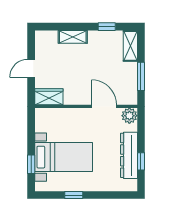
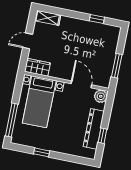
shelving: (73, 37) -> (48, 18), moved
shelving: (130, 46) -> (113, 39), removed
bed with nightstands: (64, 157) -> (39, 102), moved, turned 90
window: (31, 164) -> (12, 120), width x2.17

